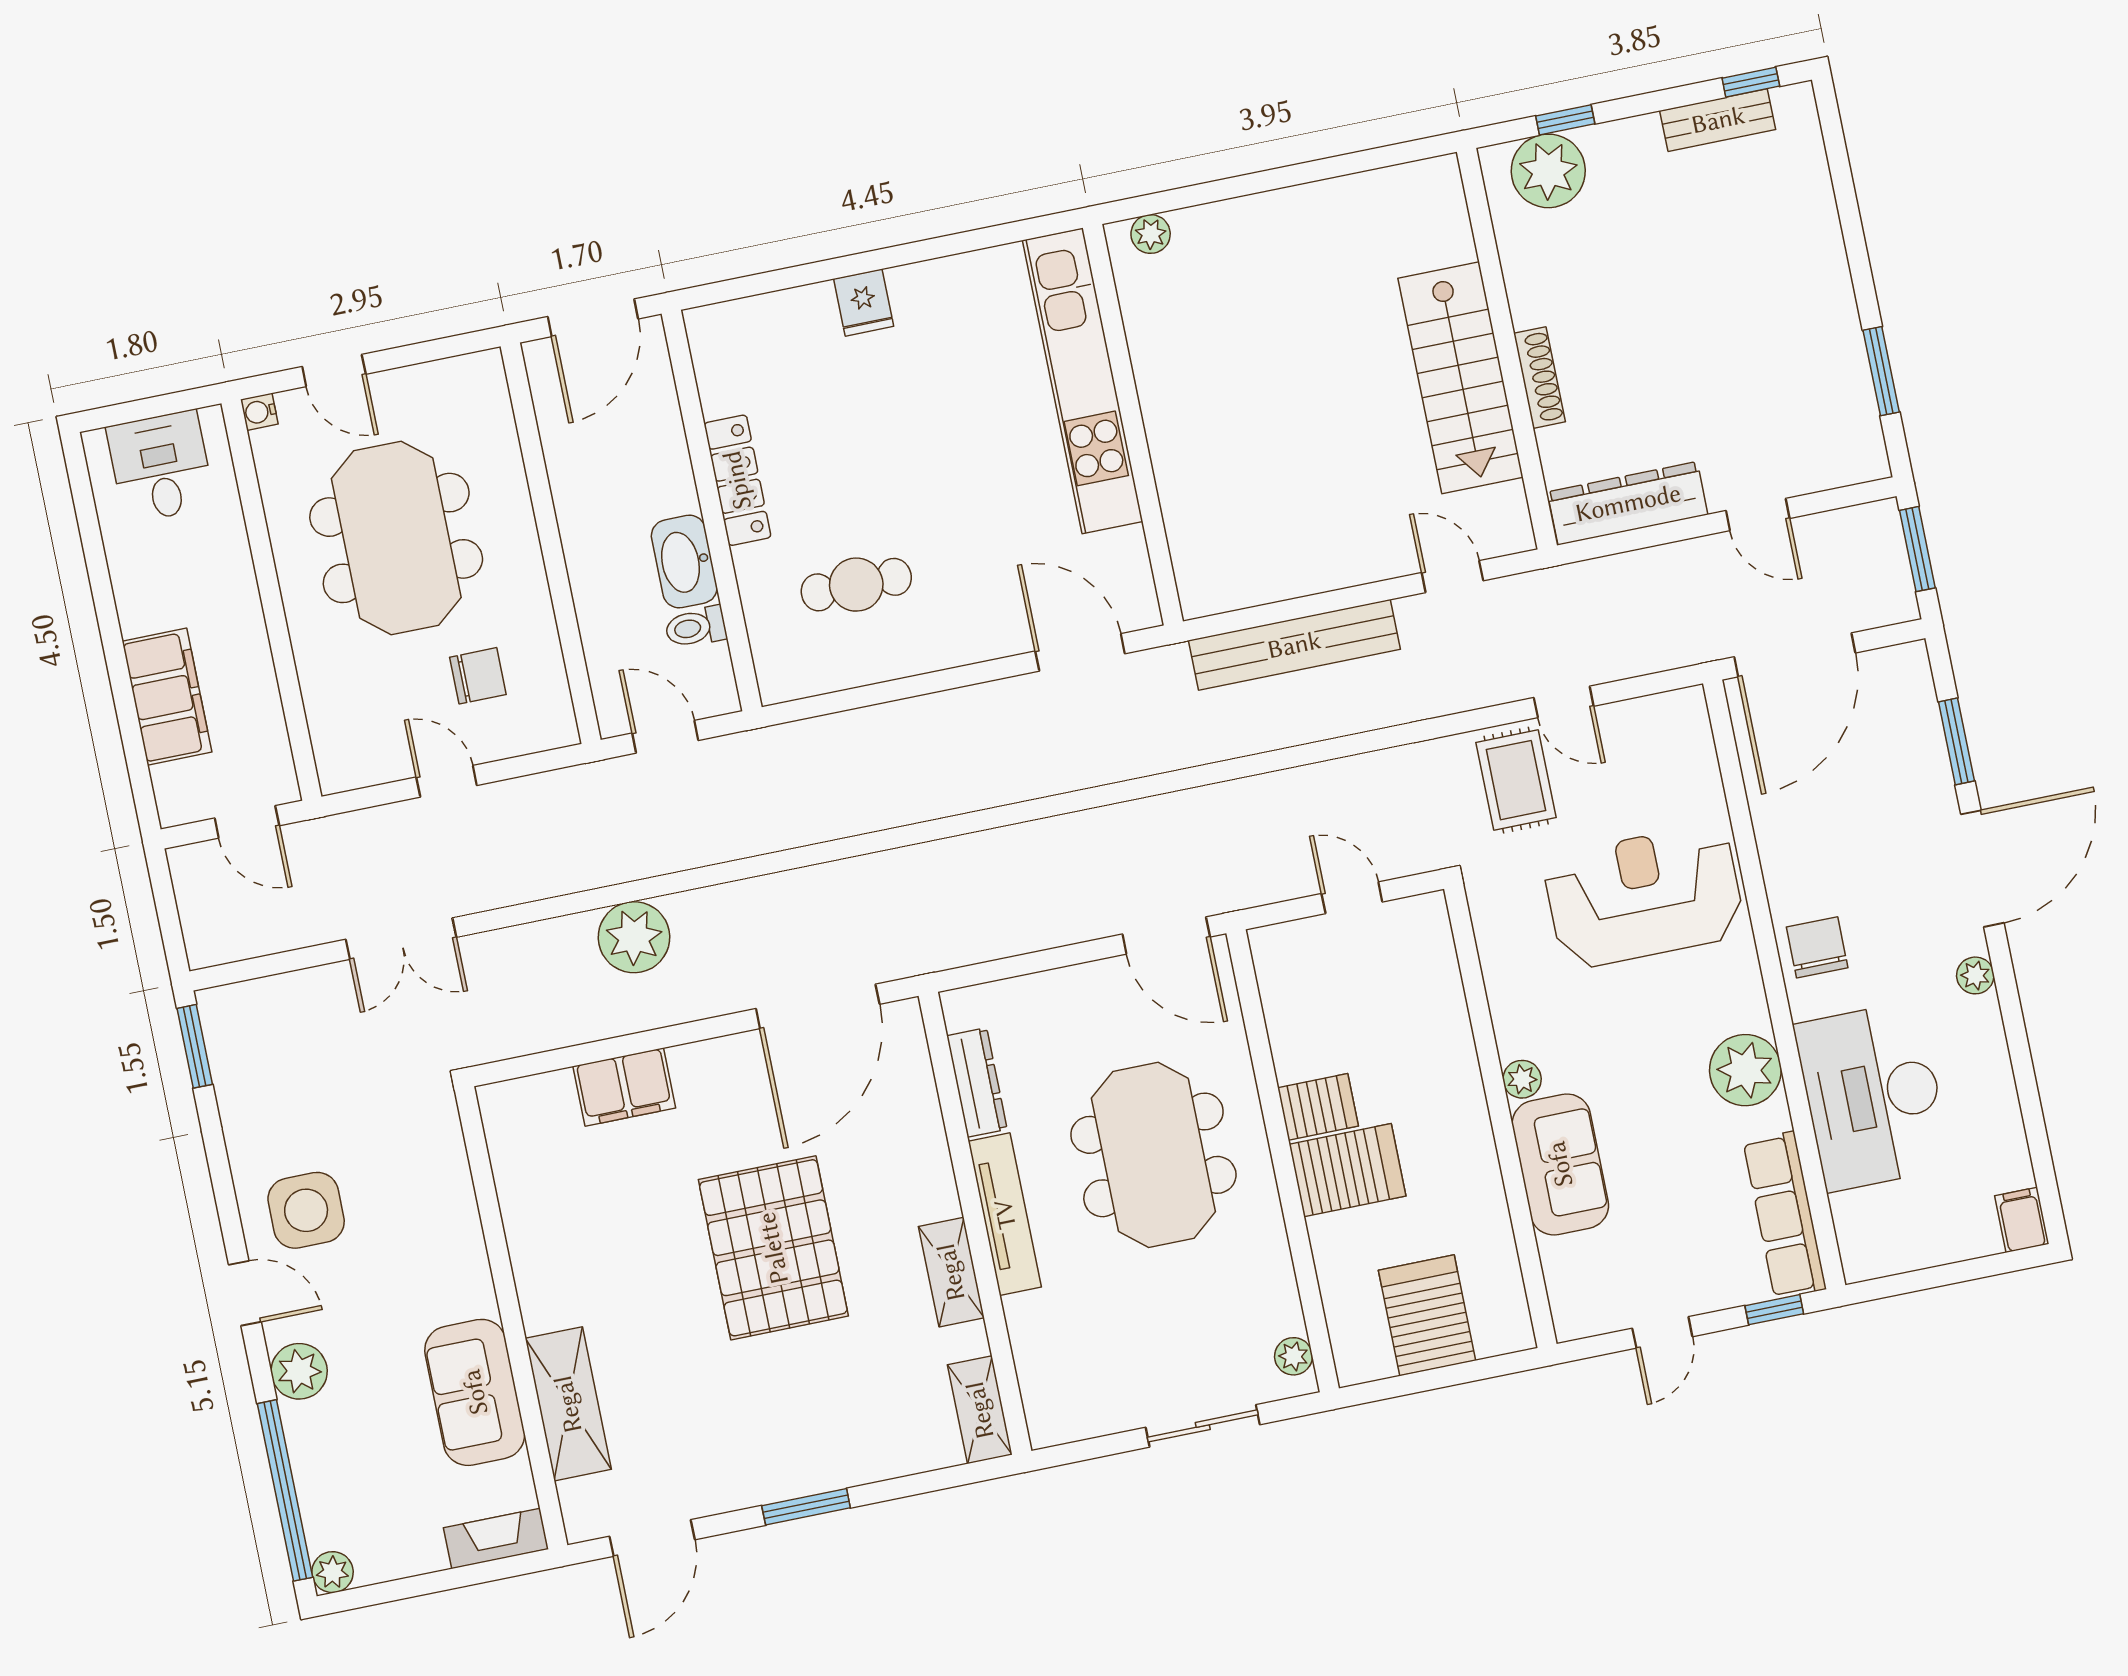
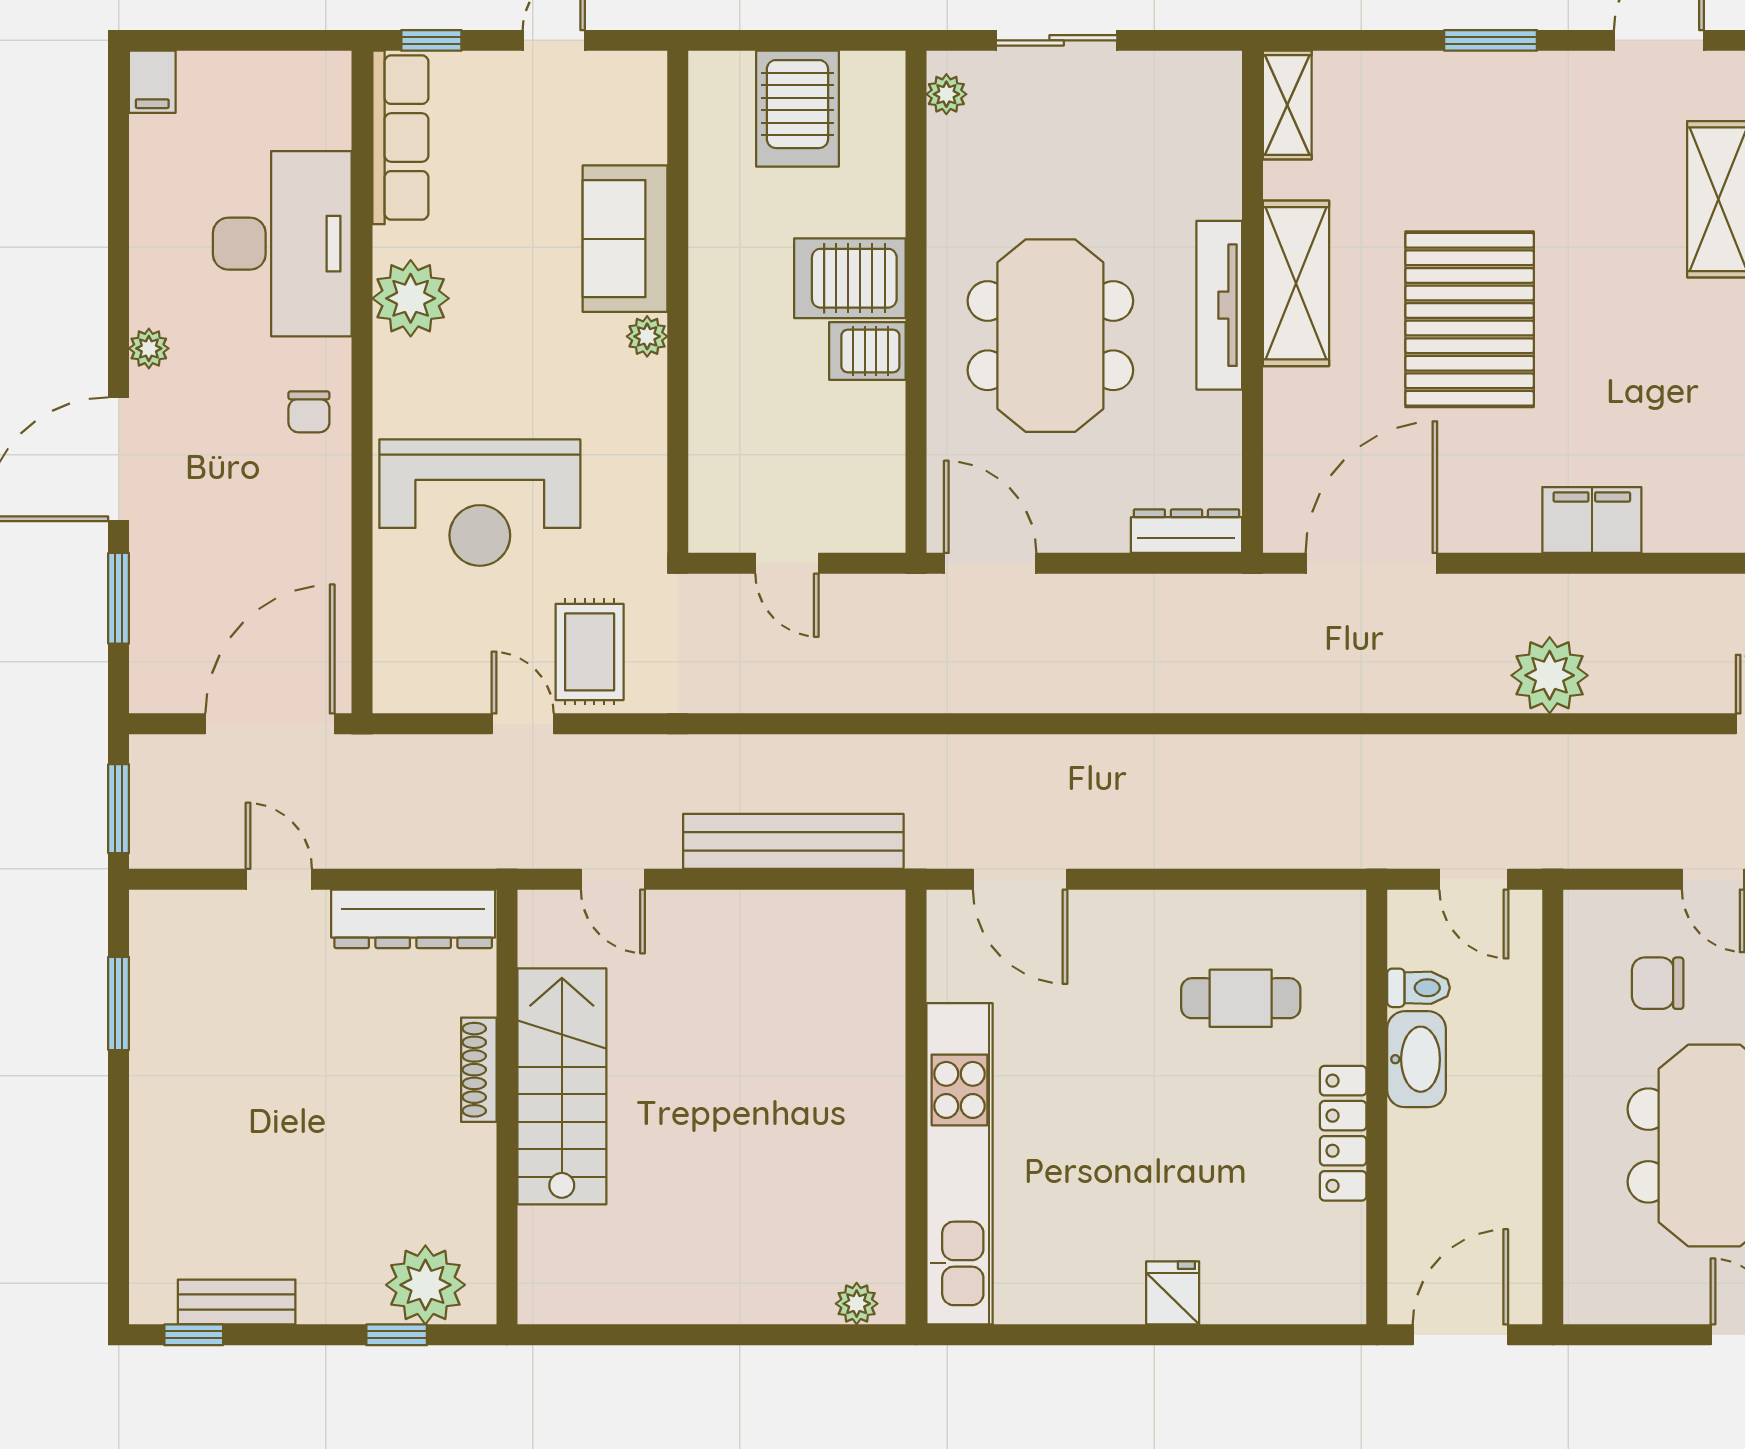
chair: (1817, 947) -> (309, 412), width x0.73, depth x0.73
dresser: (977, 1082) -> (1186, 531), moved, turned 90
shelving: (951, 1272) -> (1296, 283), width x1.50, depth x1.33

